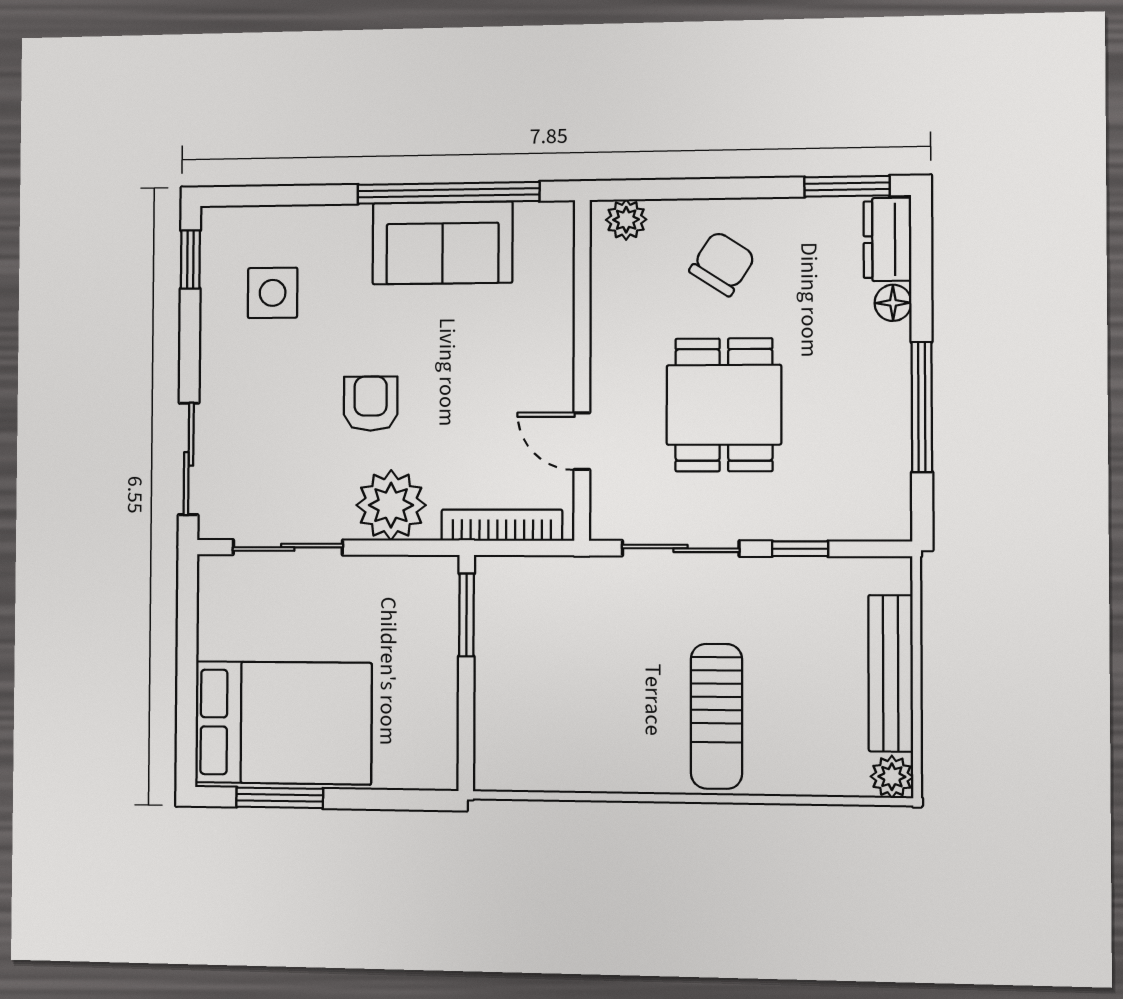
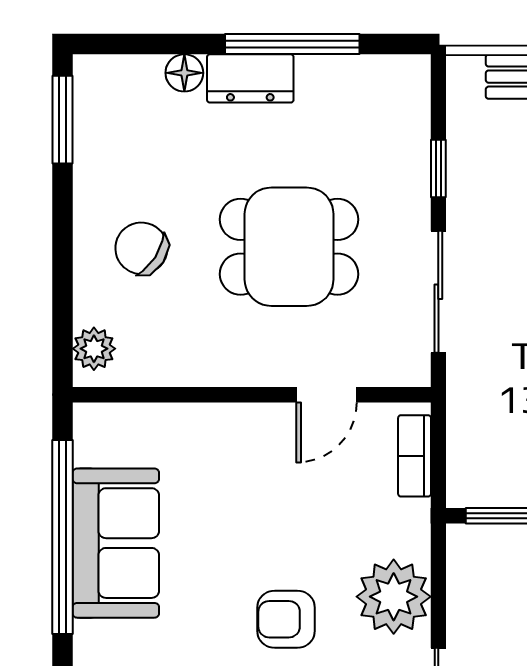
dresser: (887, 239) -> (250, 78), moved
bookcase: (502, 525) -> (415, 456), width x0.64

